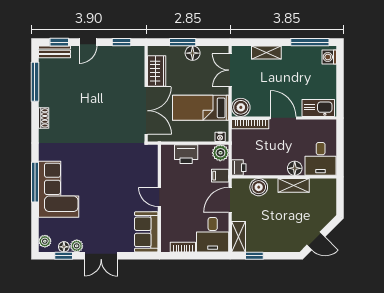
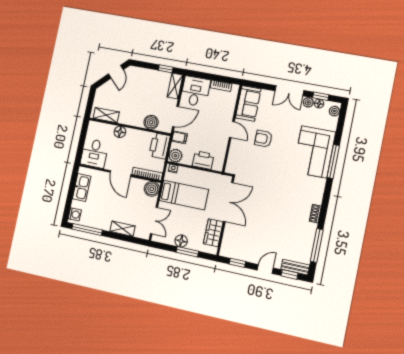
kitchen sink: (318, 108) -> (82, 187), moved, turned -90
double door: (146, 111) -> (228, 202), swing flipped
desk: (321, 159) -> (94, 153), moved, turned 180
printer: (239, 168) -> (160, 146), width x1.87, depth x1.48
shelving: (294, 185) -> (106, 115), moved
armchair: (120, 193) -> (263, 139), added
door: (316, 241) -> (116, 72), swing flipped
double door: (101, 256) -> (289, 91), swing flipped

